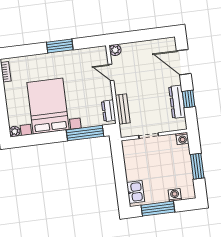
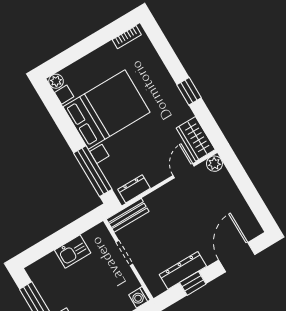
window: (60, 46) -> (189, 91), width x0.67
wardrobe: (93, 55) -> (196, 139), added
bench: (123, 109) -> (128, 215), moved
kitchen sink: (136, 192) -> (73, 252), moved

